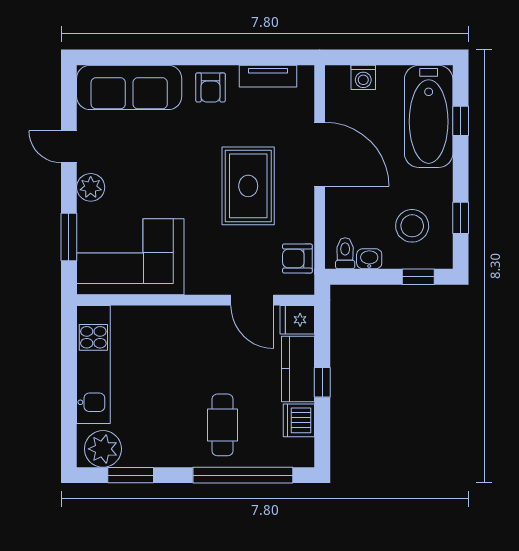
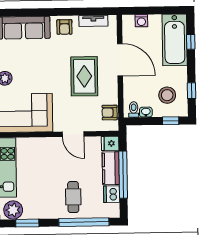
door: (252, 300) -> (73, 134), moved
window: (322, 382) -> (123, 175), width x3.17

